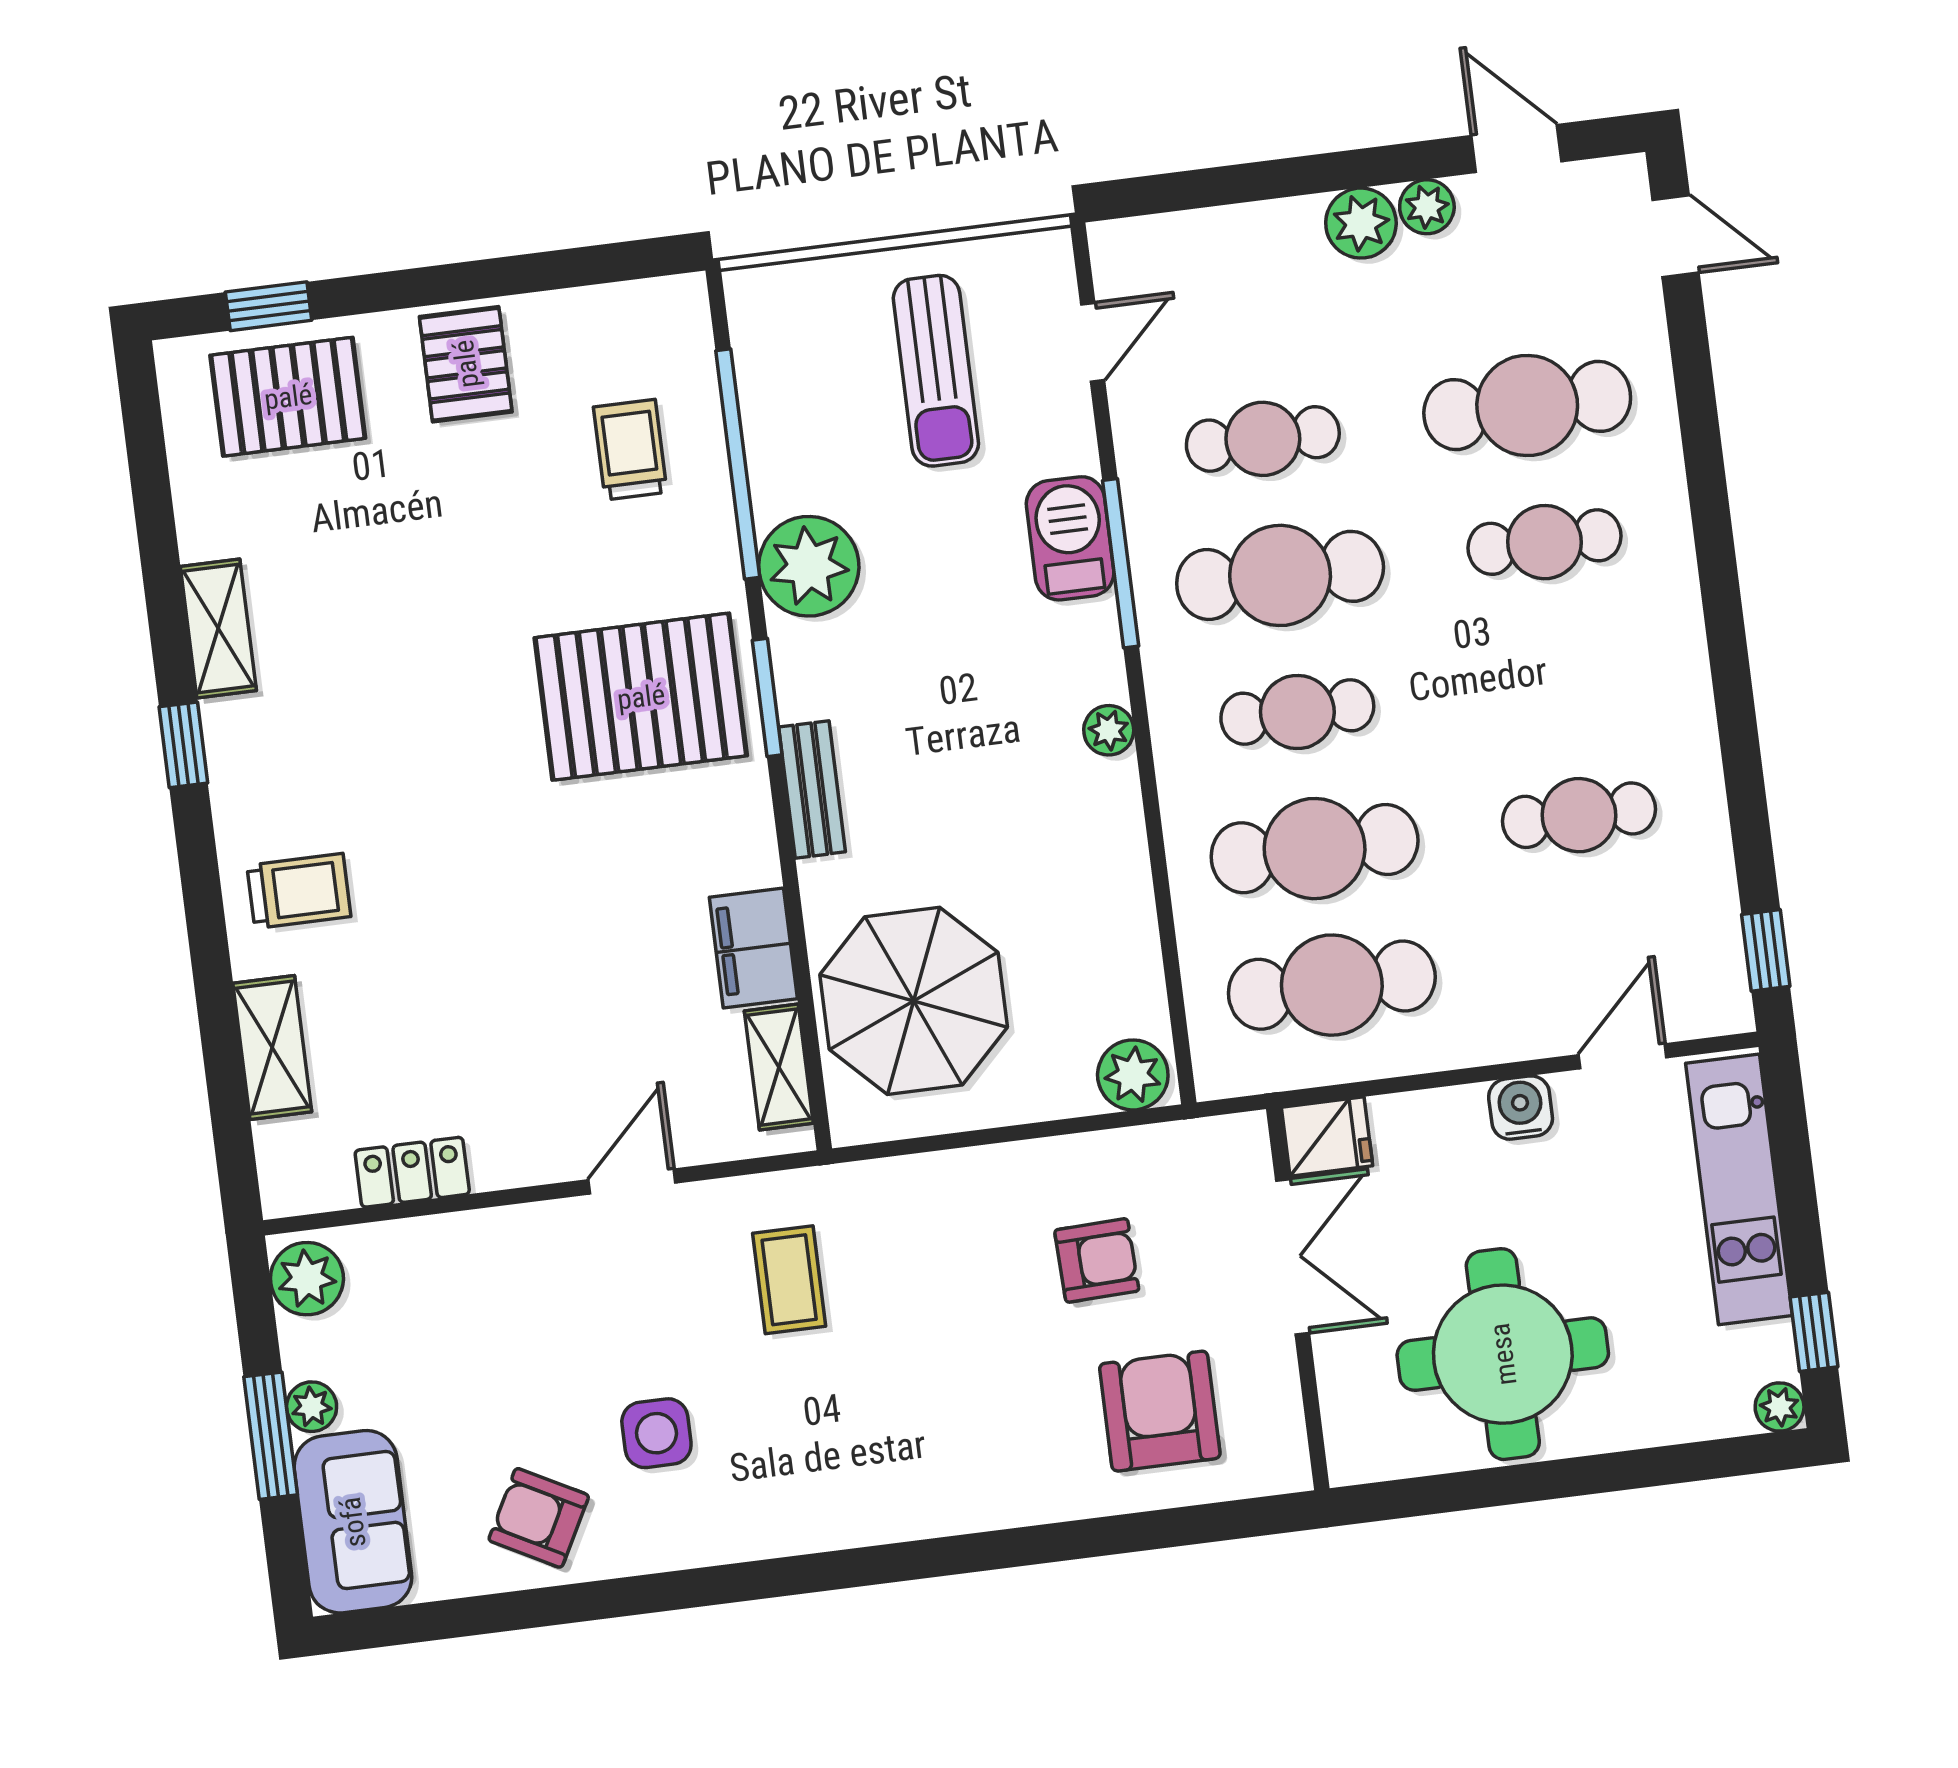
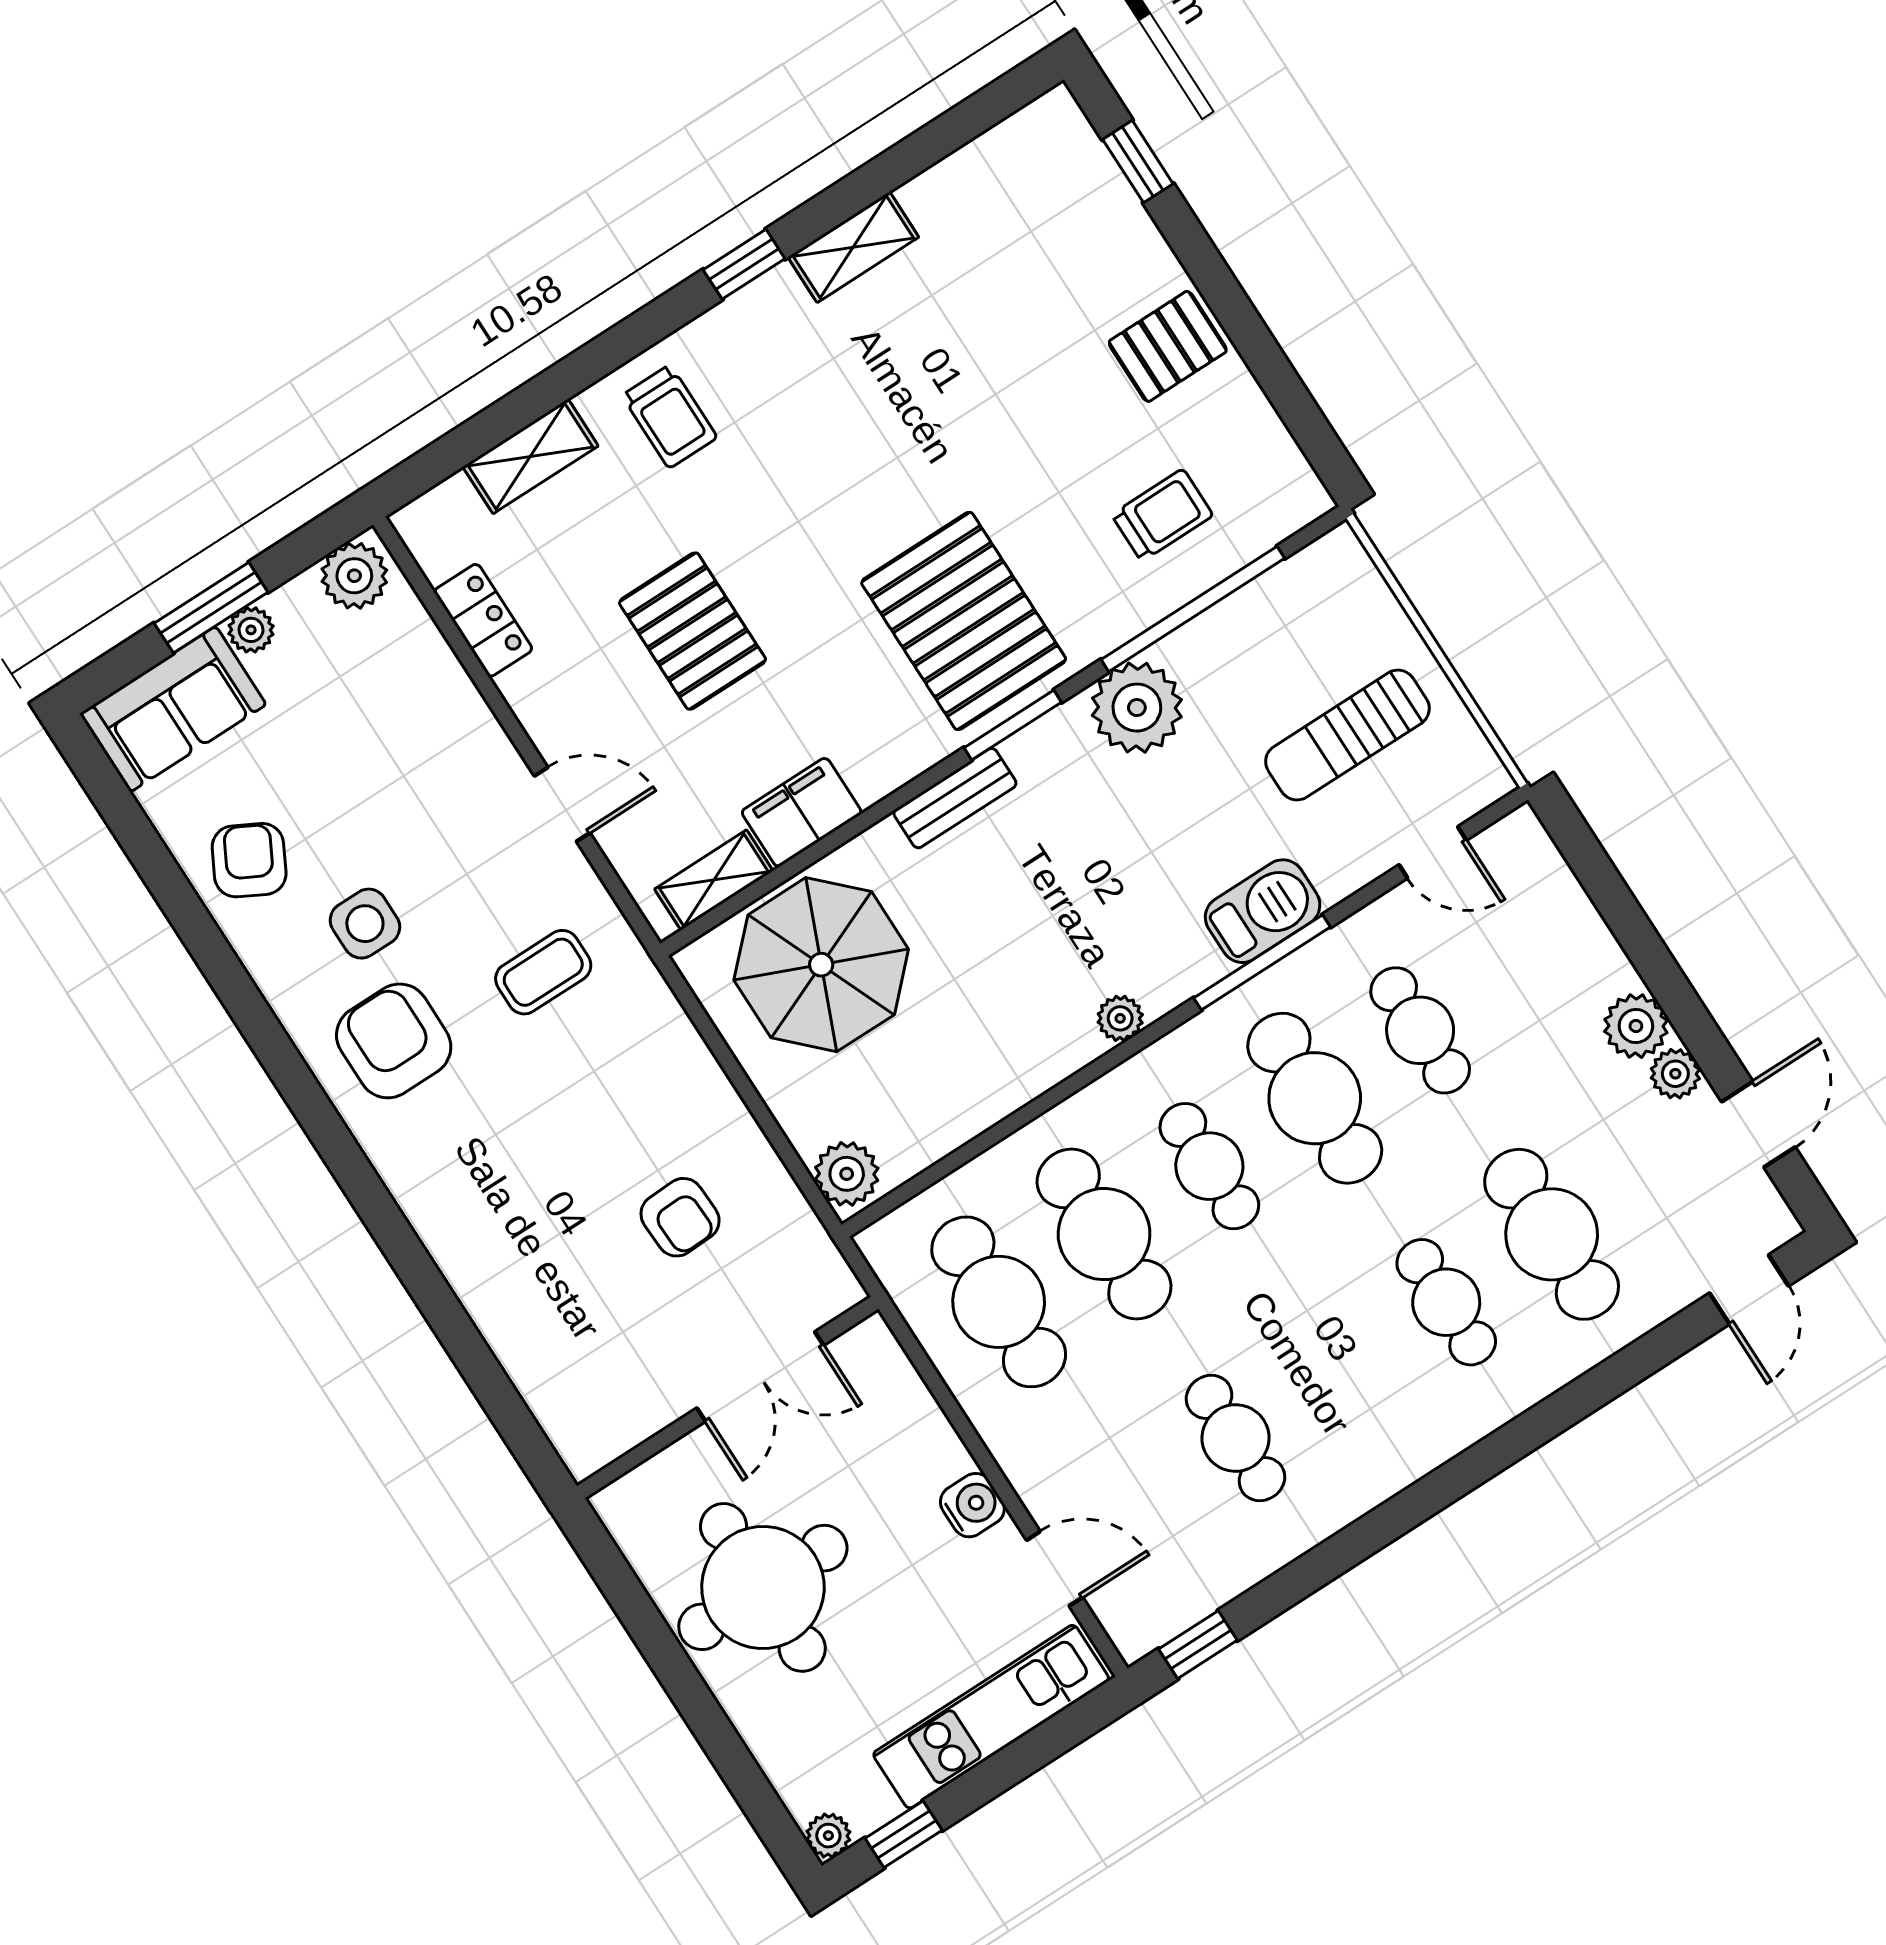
pallet: (288, 397) -> (692, 631), moved
fridge: (1327, 1137) -> (872, 1358), removed
armchair: (1160, 1411) -> (394, 1041), moved, turned -90

